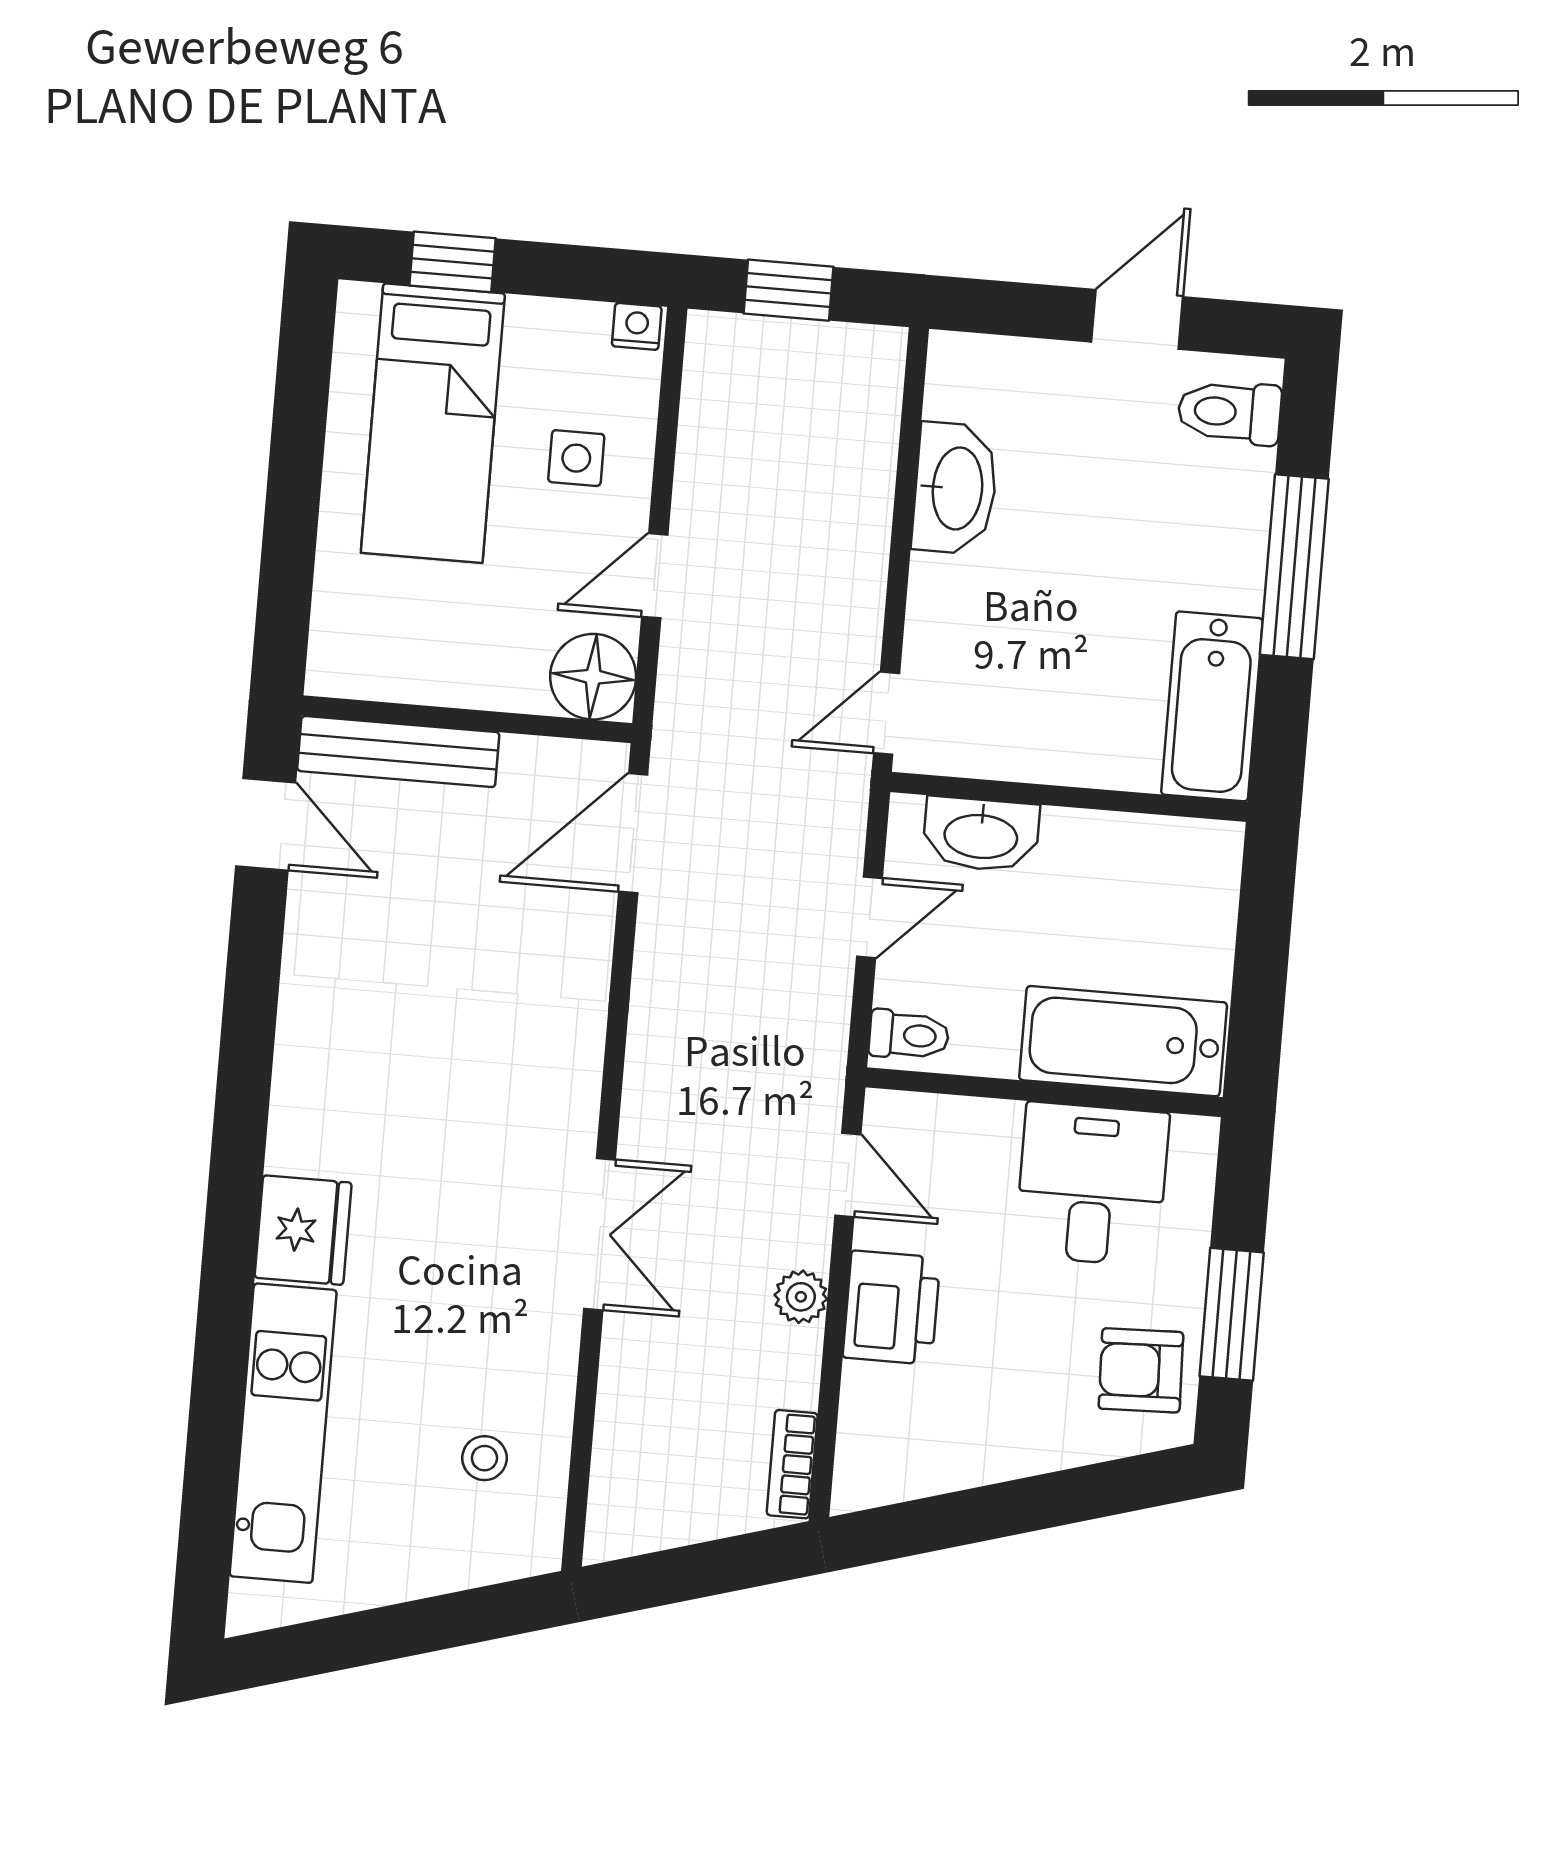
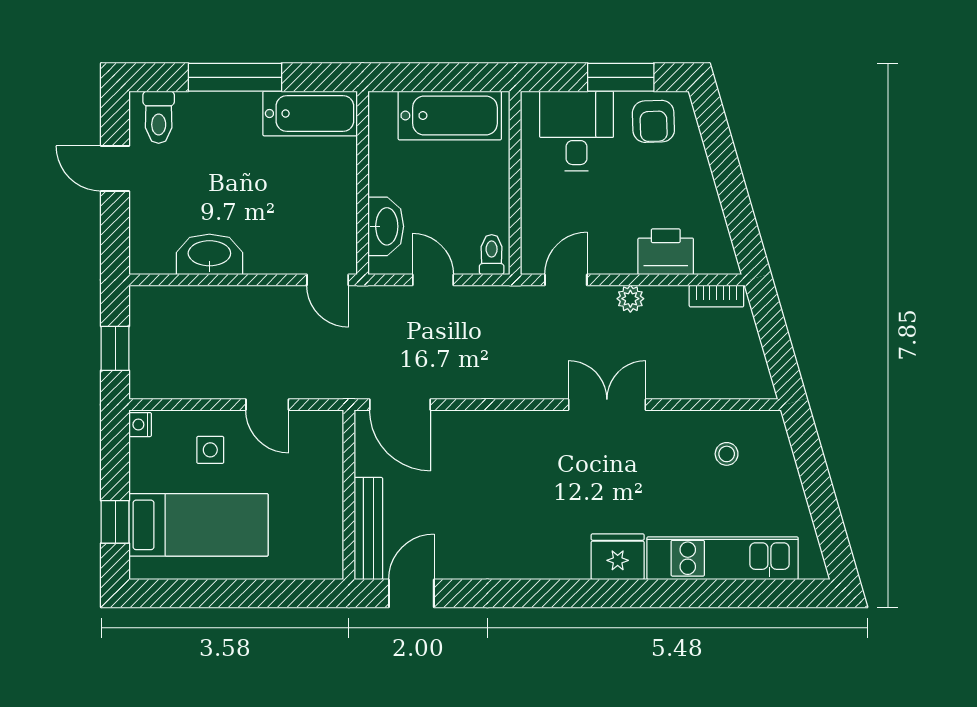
floor lamp: (593, 677) -> (322, 432), removed
bathtub: (1123, 1041) -> (450, 116), moved, turned -90
desk: (1092, 1184) -> (577, 131), moved, turned 90
printer: (892, 1308) -> (666, 252), moved

